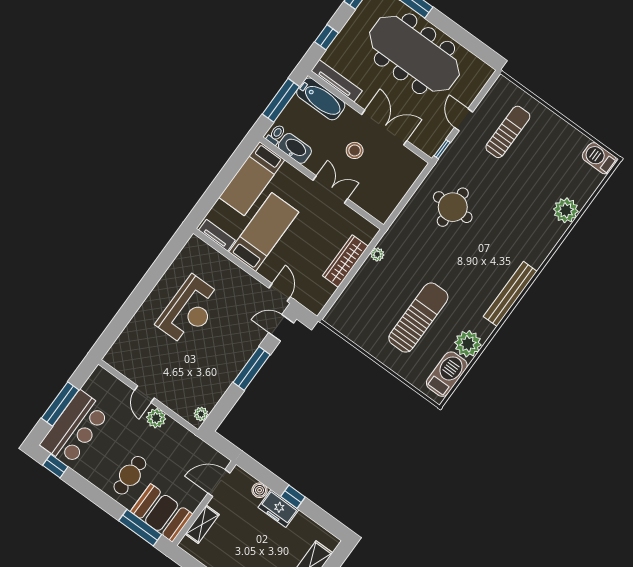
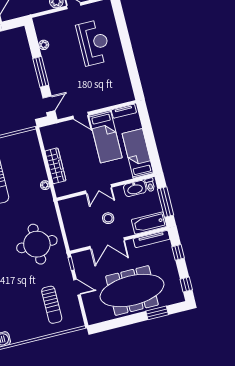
round table: (453, 207) -> (37, 244), width x1.36, depth x1.36
door: (280, 292) -> (81, 116), moved
reception desk: (189, 311) -> (94, 43), moved, turned 180
plant: (201, 414) -> (44, 45), moved

